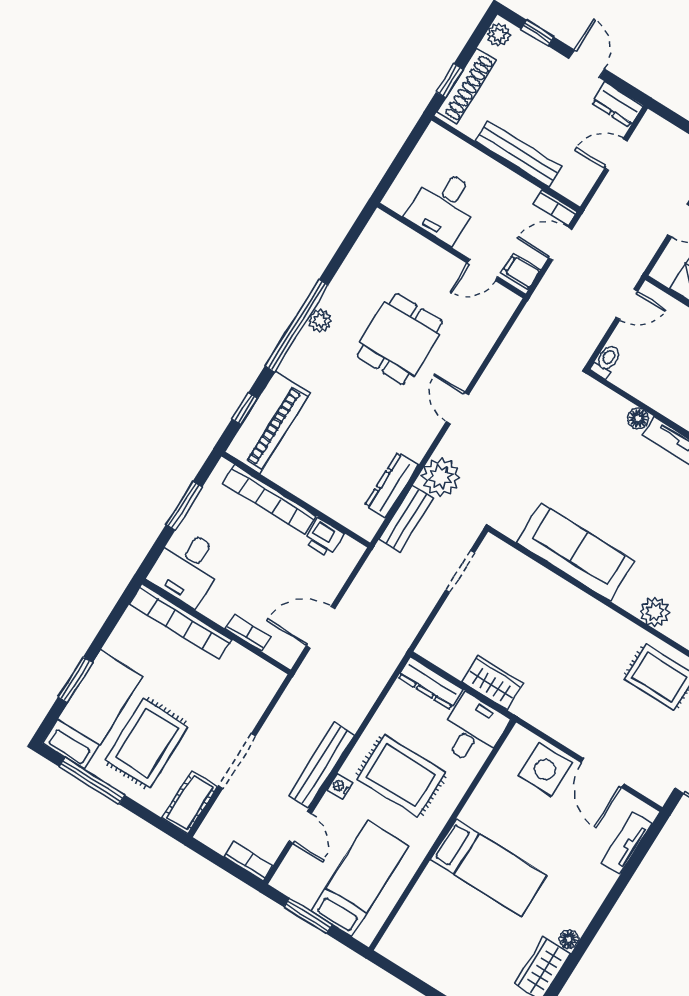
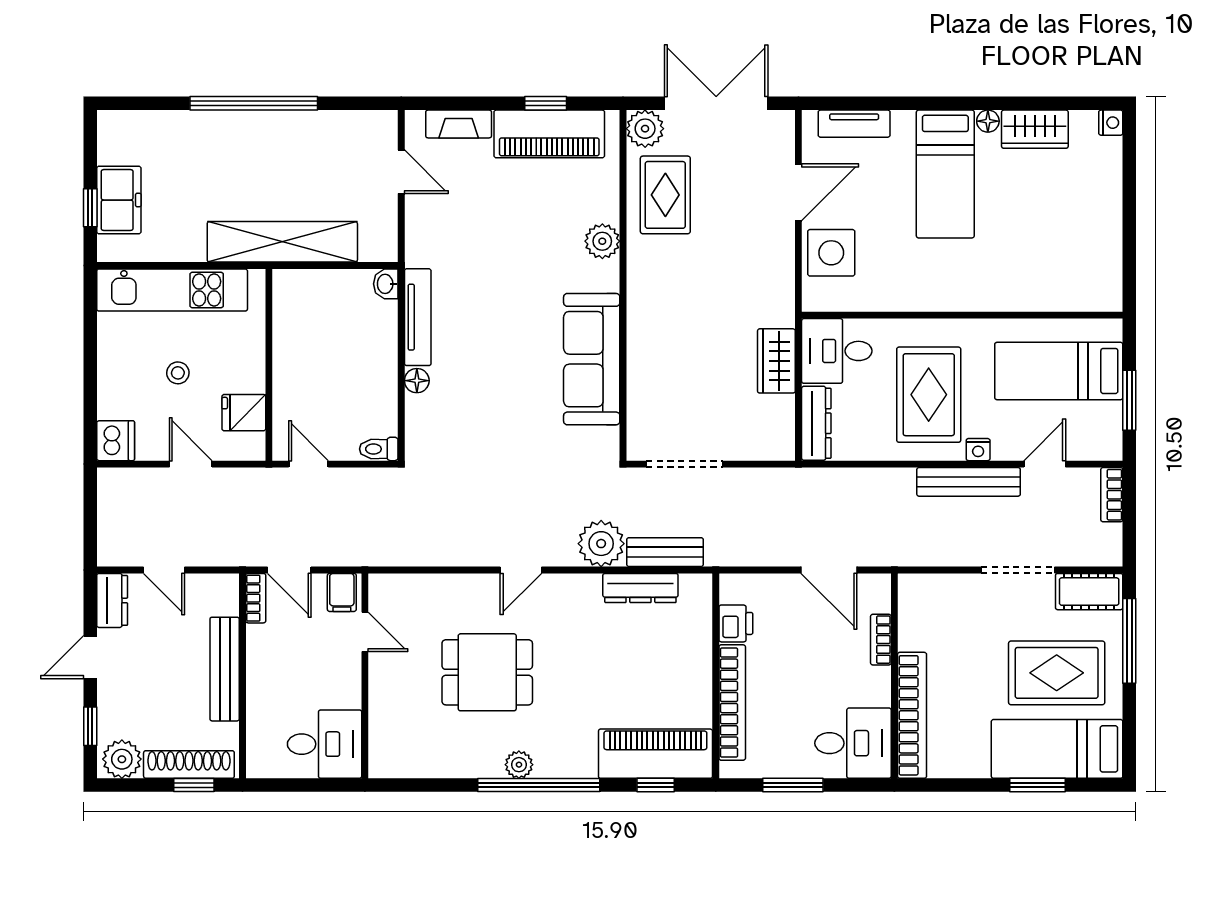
plant: (499, 35) -> (122, 759), width x1.38, depth x1.38
desk: (444, 206) -> (325, 744), moved
doorway: (460, 571) -> (684, 464), width x1.38
window: (92, 781) -> (1129, 641), moved
bed: (489, 868) -> (945, 174), moved, turned 180

